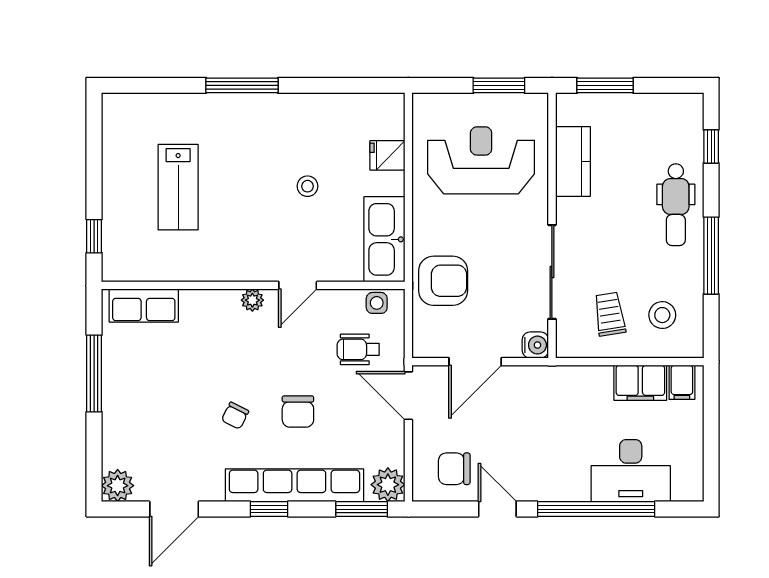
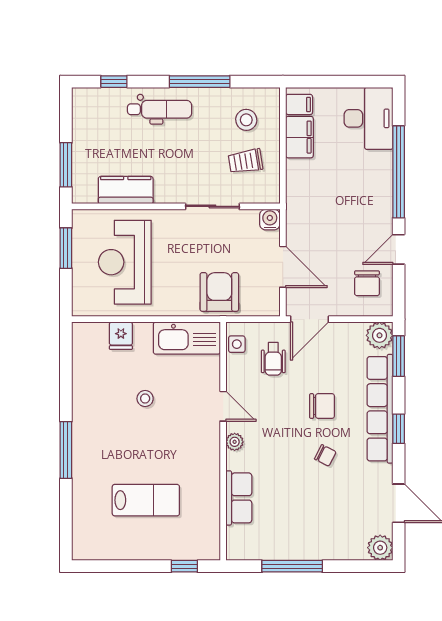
sliding door: (552, 272) -> (212, 206), width x0.73
row of seats: (144, 306) -> (239, 498), moved
desk: (631, 471) -> (368, 118), moved

